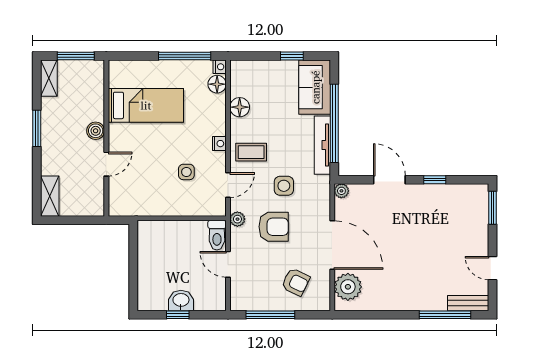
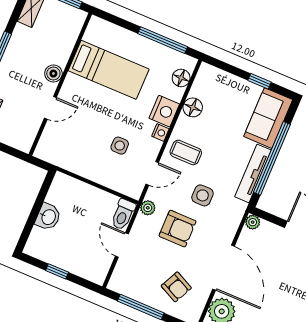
nightstand: (220, 67) -> (164, 111), moved, width x1.89, depth x1.79
washbasin: (181, 301) -> (48, 217), moved, turned 90

